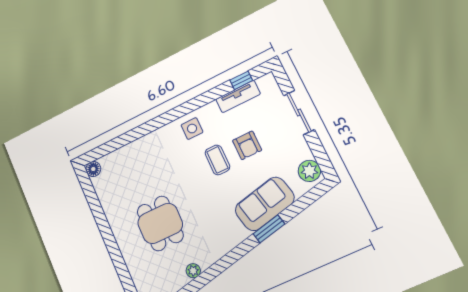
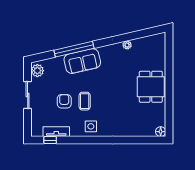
sliding door: (299, 113) -> (28, 95), moved
sofa: (265, 204) -> (82, 61), moved
dining table: (160, 223) -> (151, 87), moved
window: (269, 229) -> (74, 49), width x2.11

